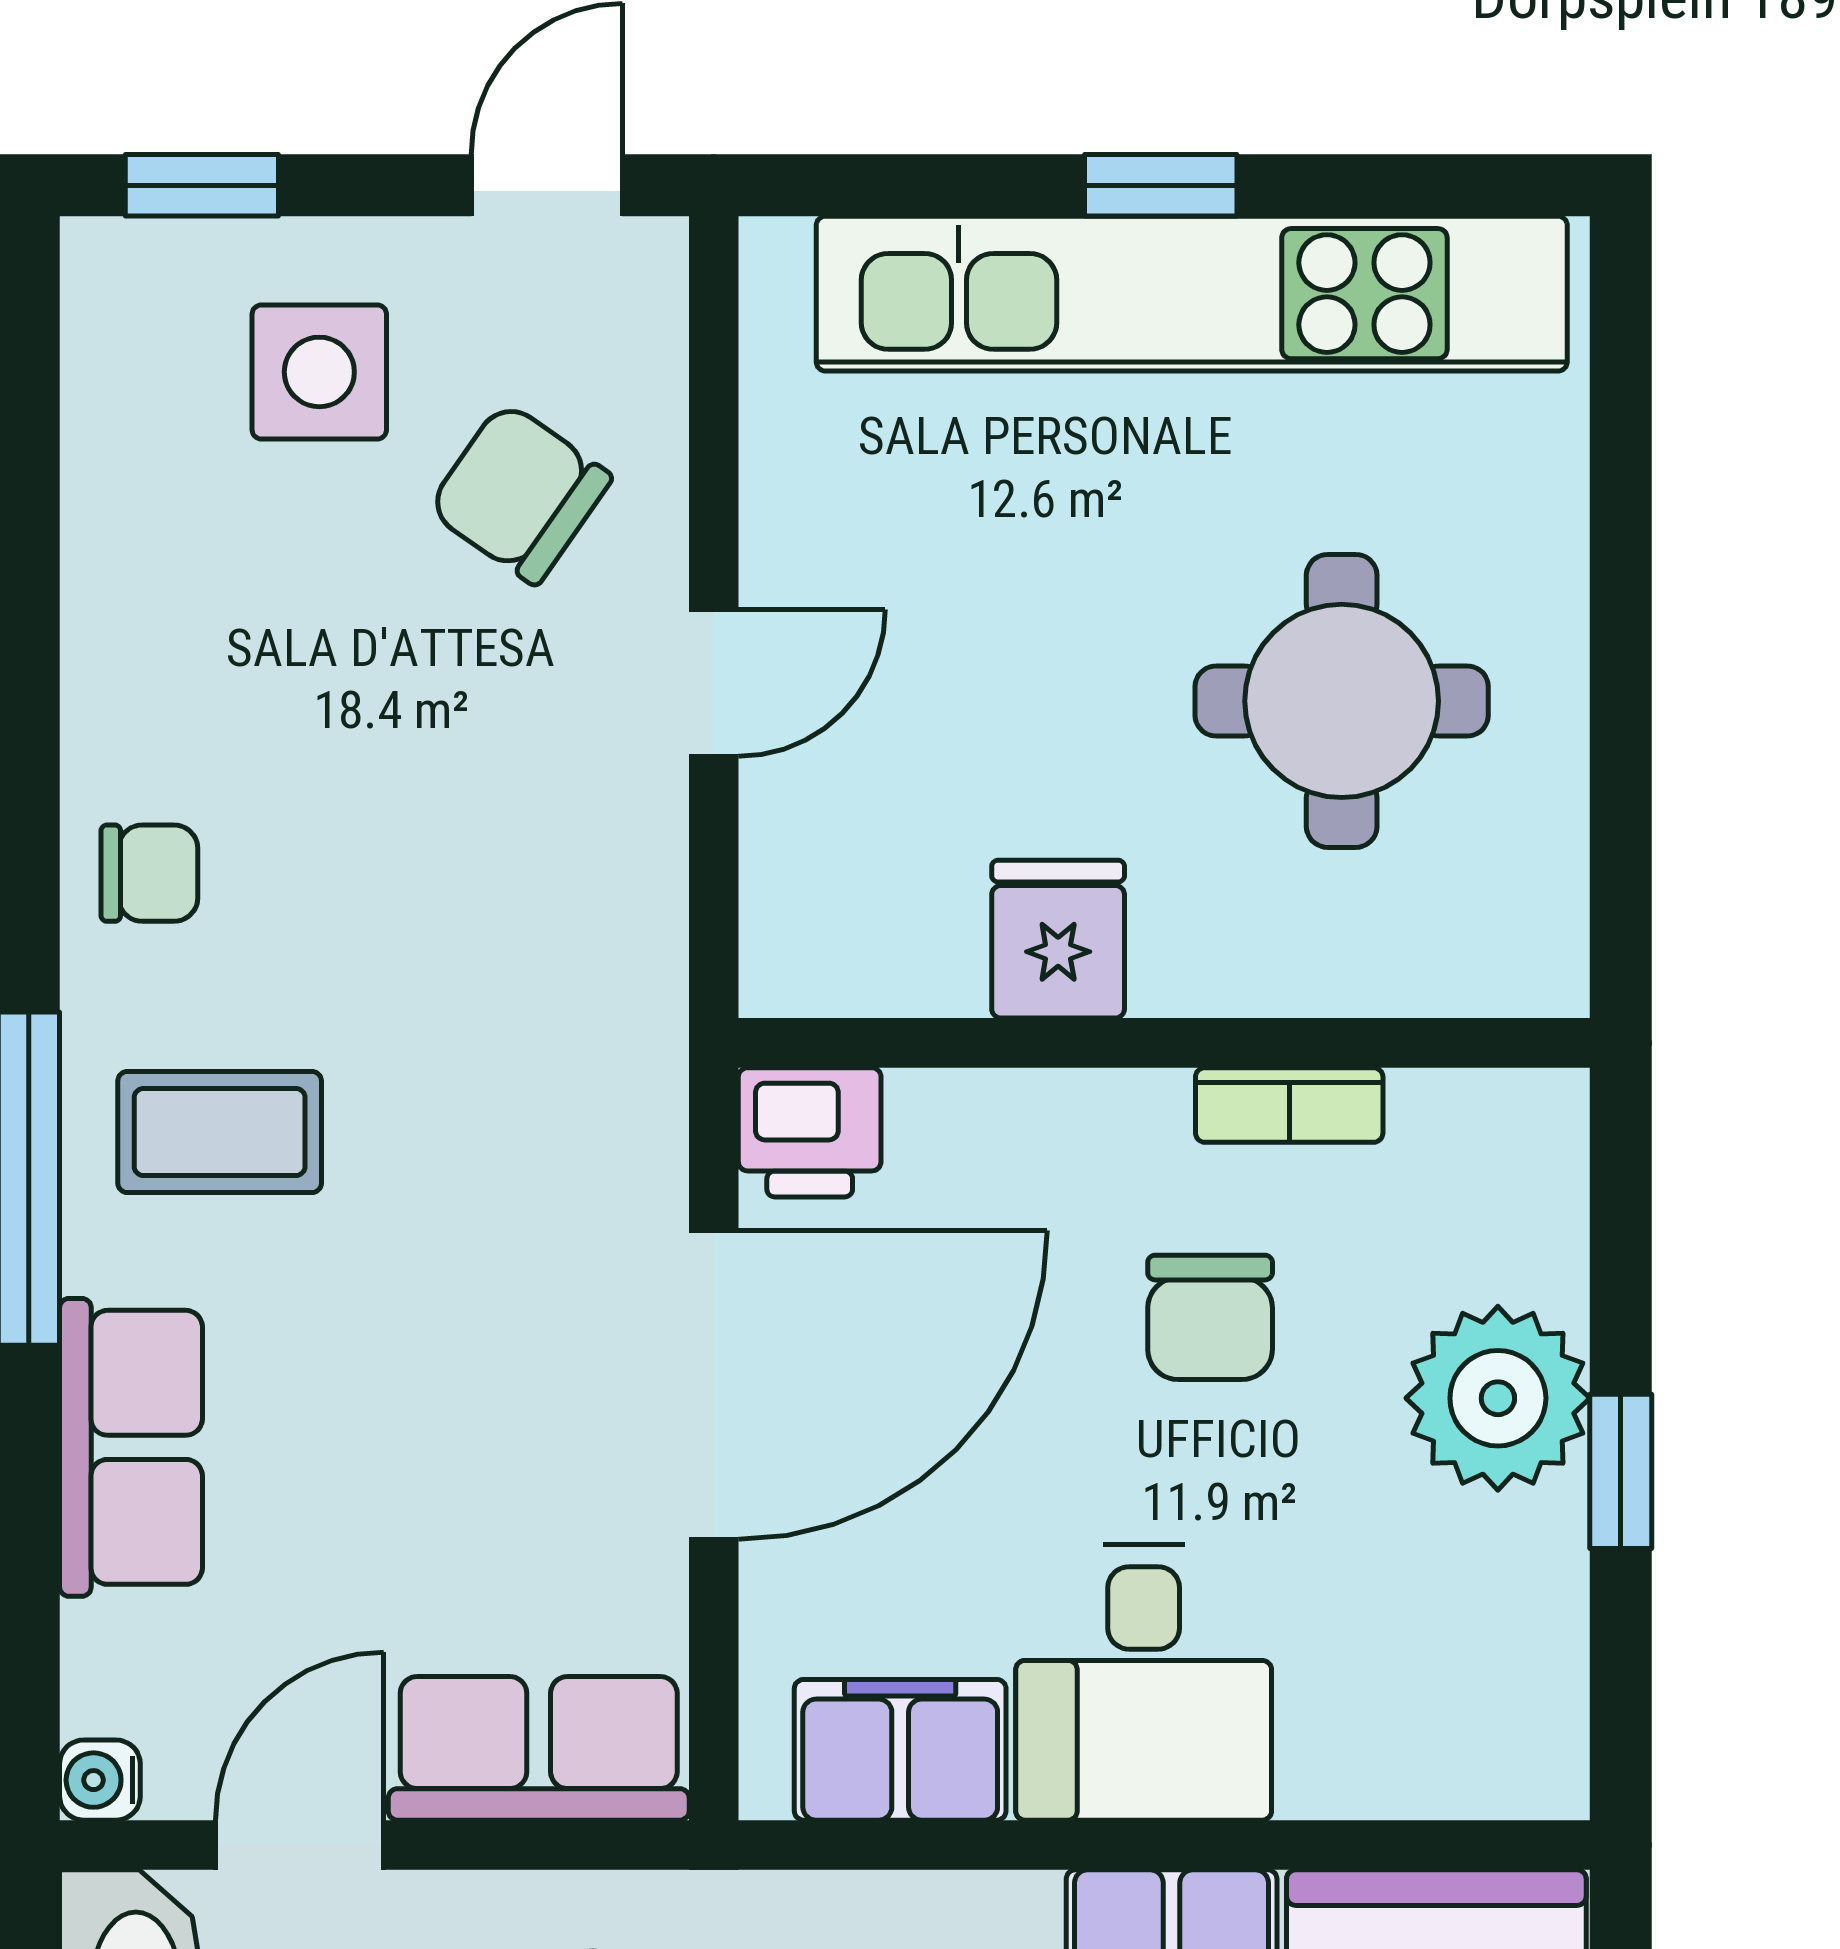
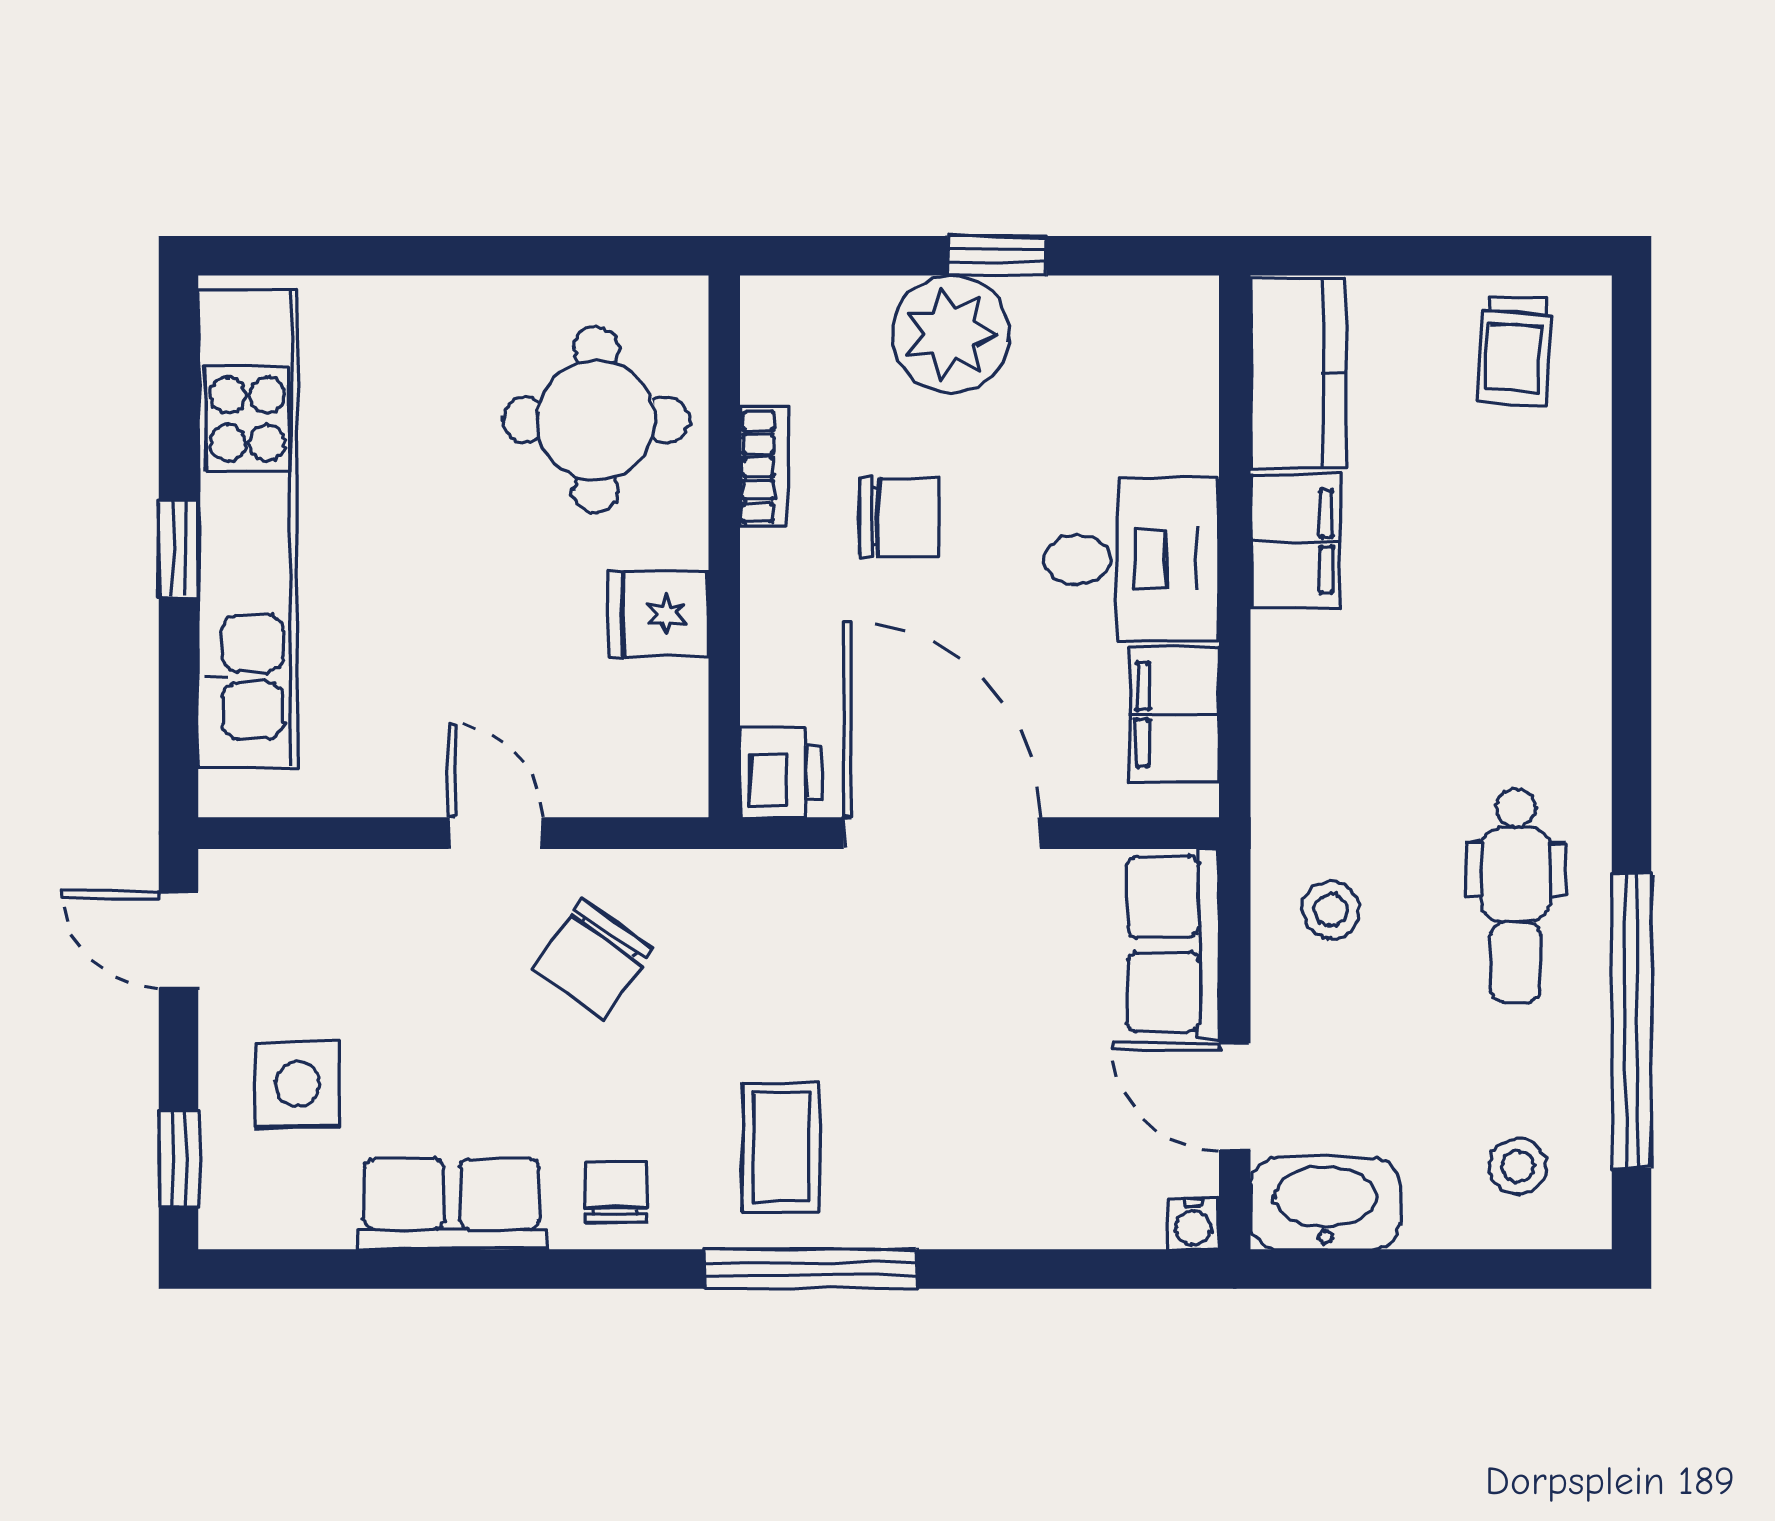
chair: (520, 493) -> (593, 959), moved
round table: (1342, 701) -> (596, 420), moved
row of seats: (131, 1447) -> (452, 1204), moved

